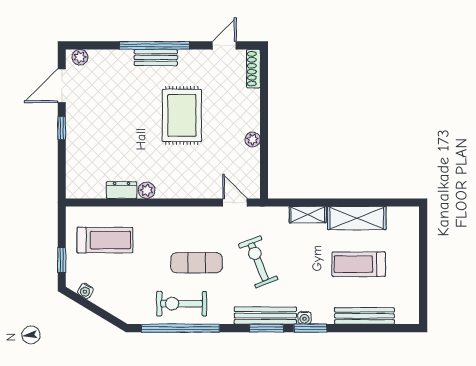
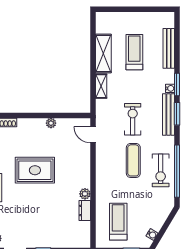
door: (235, 202) -> (93, 135), hinge flipped
exercise bike: (258, 262) -> (133, 119), turned 112
treadmill: (359, 264) -> (134, 52), turned 180

